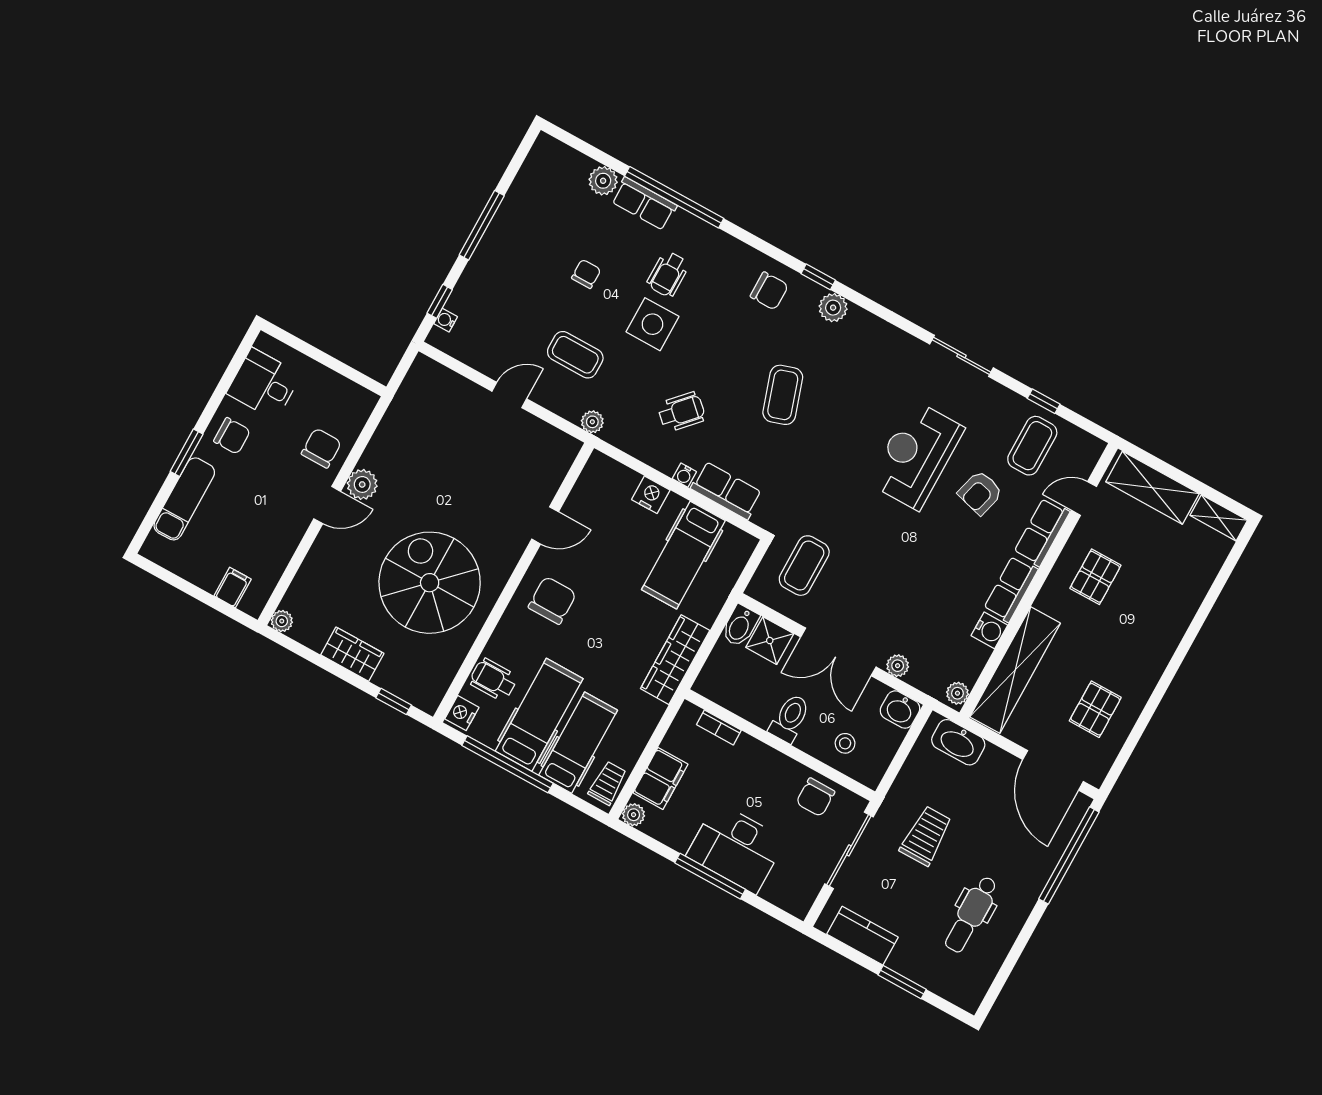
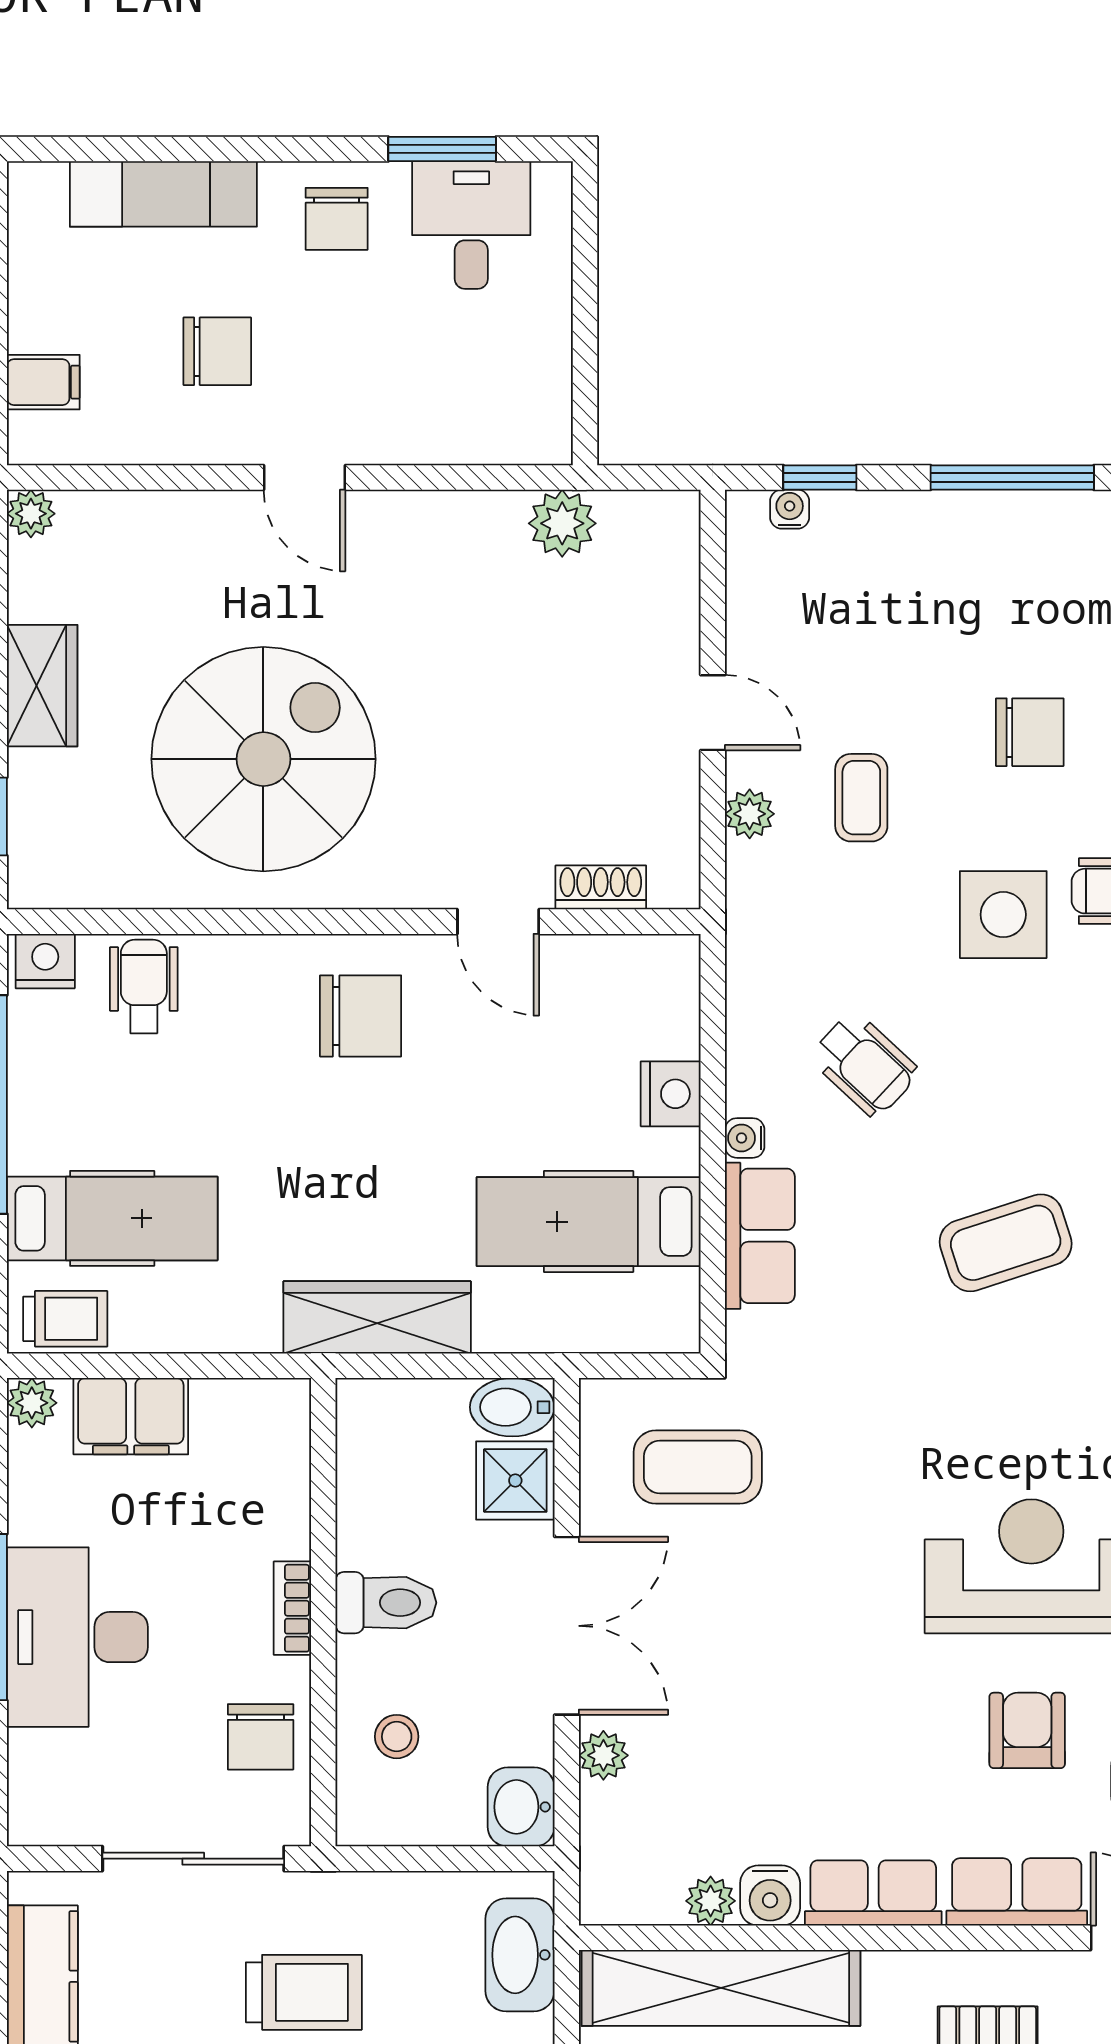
chair: (586, 274) -> (1030, 732), width x1.37, depth x1.37
coffee table: (575, 355) -> (861, 798), width x0.73, depth x0.77
plant: (592, 422) -> (750, 814), moved
chair: (321, 448) -> (217, 351), moved
window: (187, 453) -> (442, 149), moved
shoe rack: (554, 477) -> (601, 887), added
plant: (362, 484) -> (562, 523), moved
armchair: (980, 493) -> (1027, 1730), turned 75
double door: (838, 652) -> (567, 1626), swing flipped
plant: (957, 693) -> (711, 1901), moved
hospital bed: (539, 715) -> (124, 1113), removed
bookcase: (719, 727) -> (292, 1608), moved
chair: (815, 797) -> (261, 1737), turned -90

